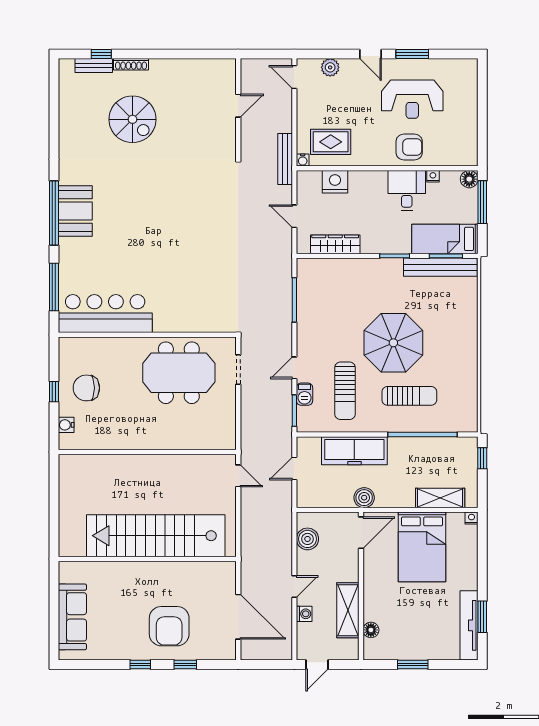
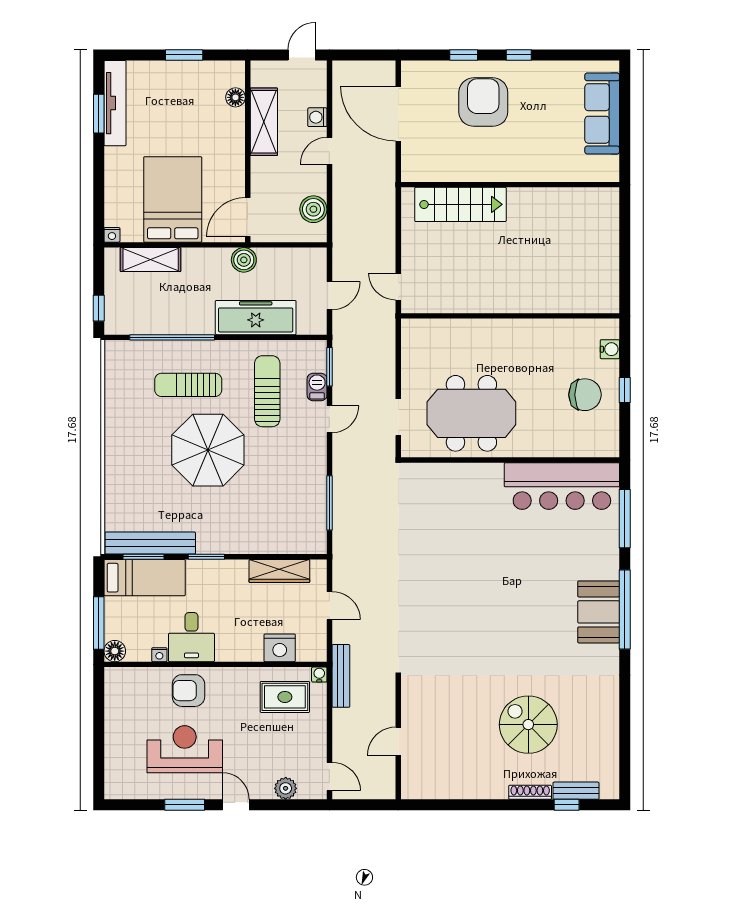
stairs: (156, 536) -> (460, 204), width x0.54, depth x0.66

